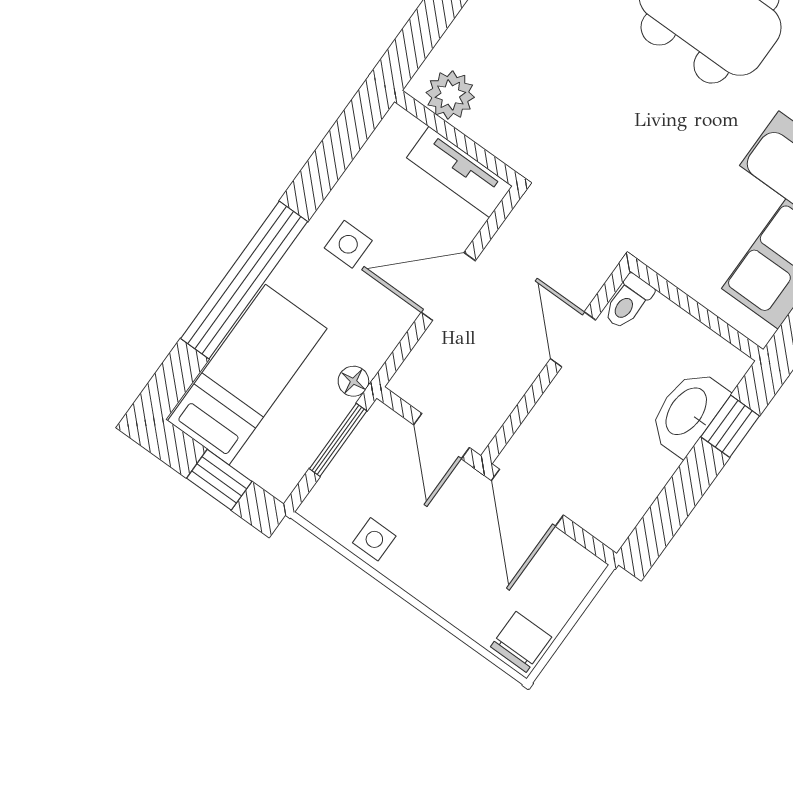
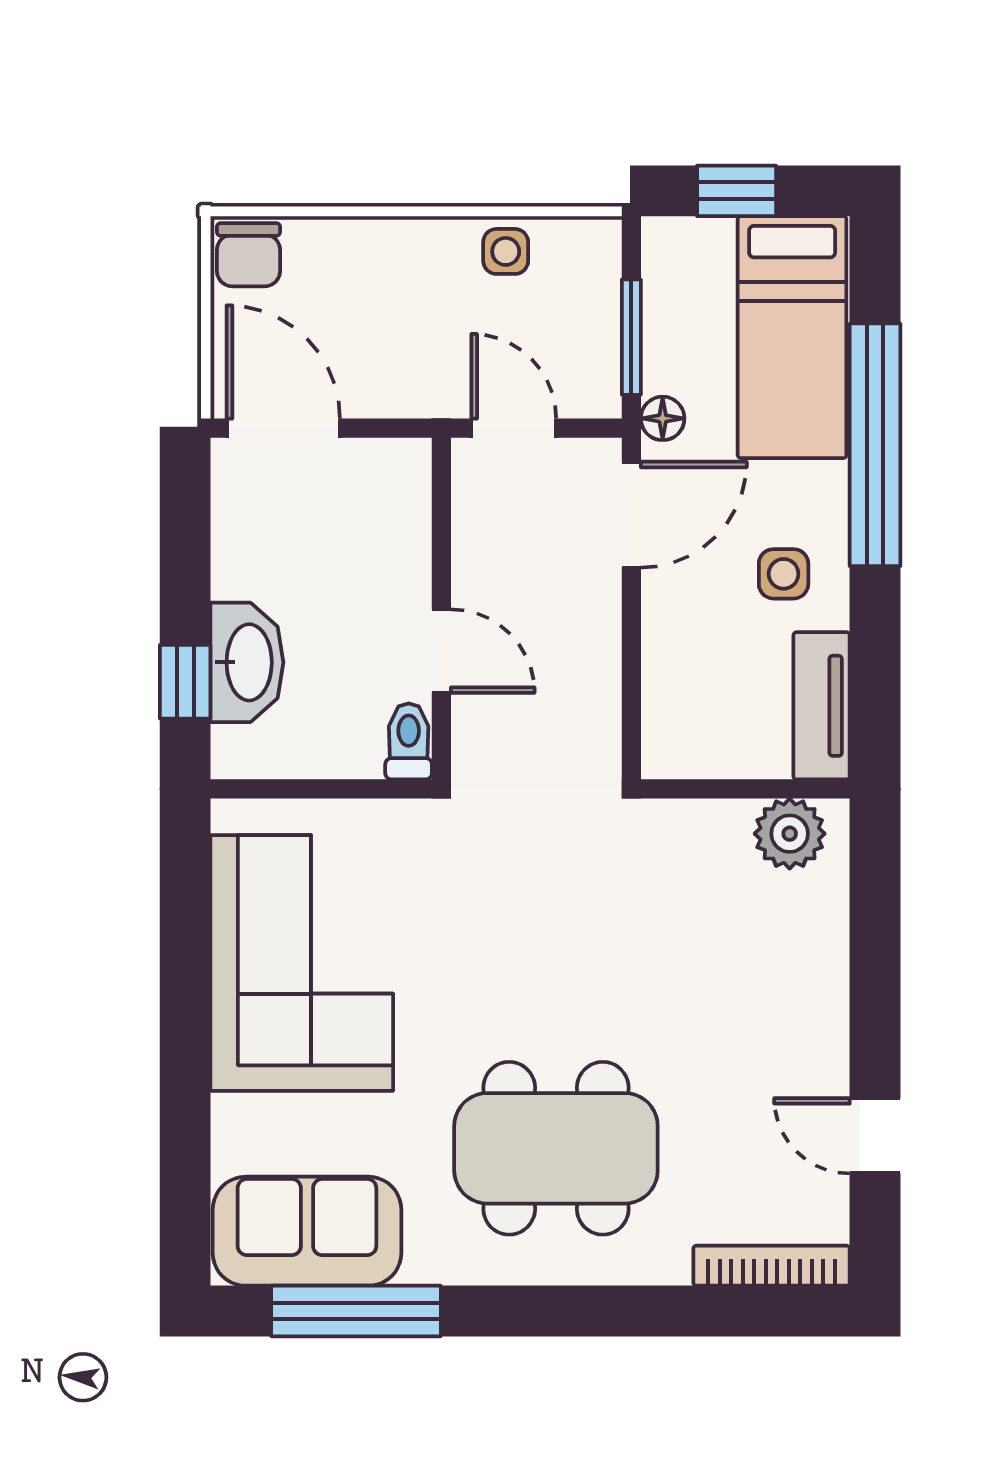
tv unit: (459, 172) -> (822, 706), moved, turned -90
door: (448, 287) -> (631, 515), moved
door: (527, 498) -> (283, 428), moved

